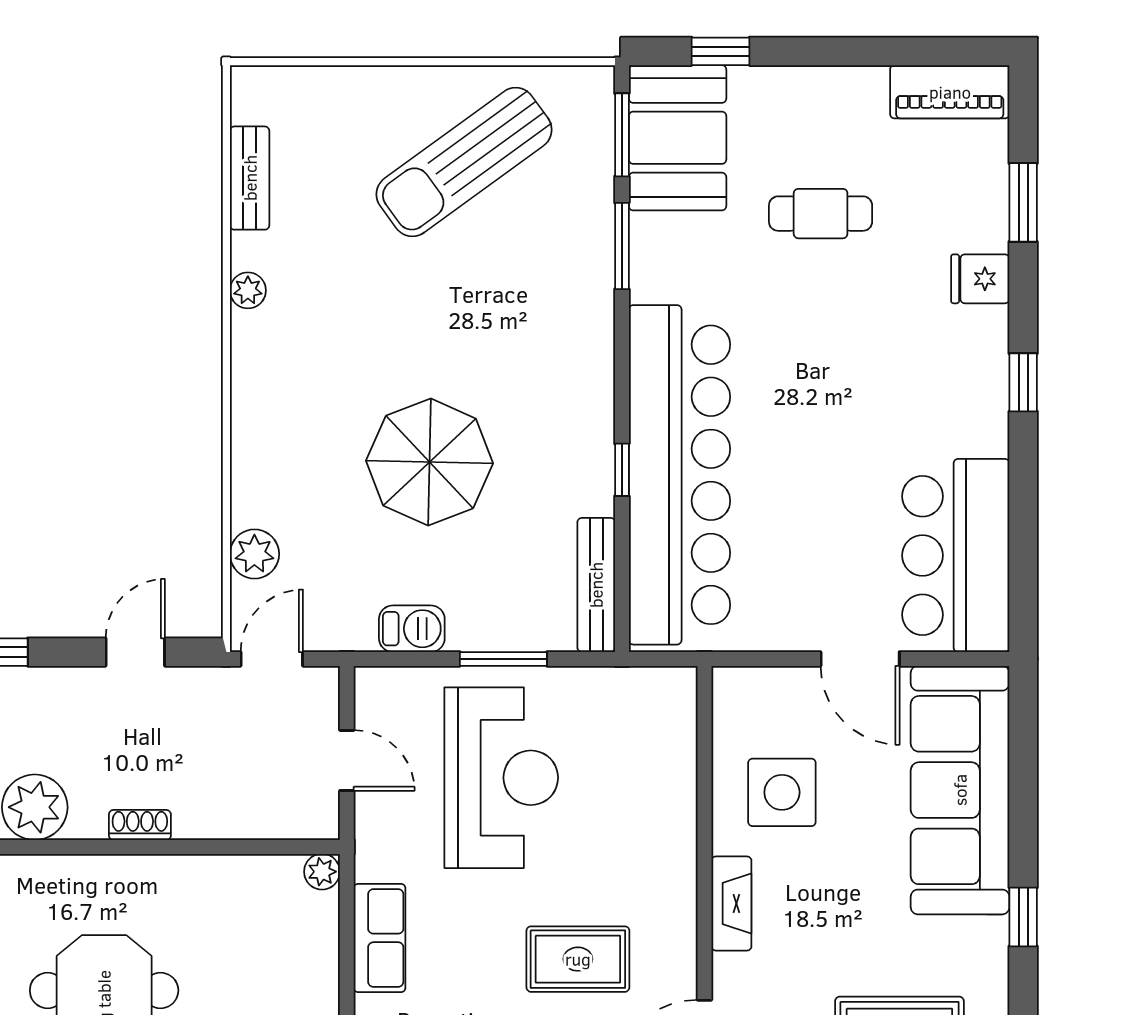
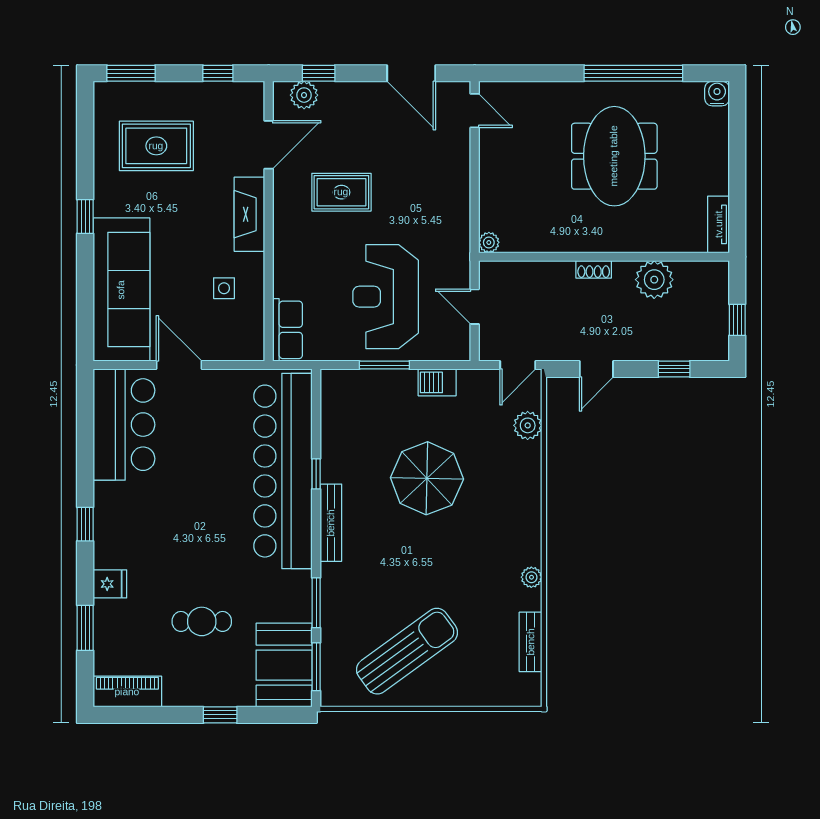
window: (720, 51) -> (220, 715), moved
bench: (596, 585) -> (331, 523), moved
side table: (782, 792) -> (224, 288), width x0.54, depth x0.54
fireplace: (731, 904) -> (249, 214), width x1.37, depth x1.32
row of seats: (380, 938) -> (287, 330), moved, turned 180

